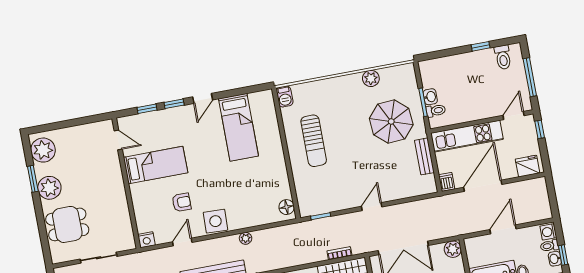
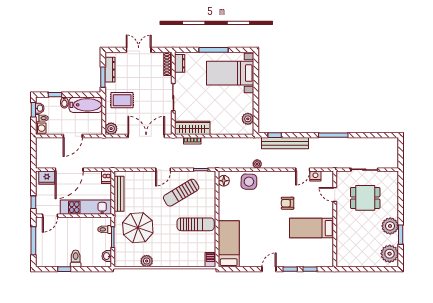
toilet: (503, 57) -> (76, 258), moved
washbasin: (430, 97) -> (107, 256), moved
bed: (238, 127) -> (229, 244), moved
door: (118, 140) -> (335, 194), moved
sun lounger: (314, 141) -> (196, 224), turned 90
bench: (424, 156) -> (119, 194), width x1.36
sun lounger: (341, 180) -> (181, 193), added
door: (483, 186) -> (69, 170), moved
armchair: (182, 202) -> (288, 203), moved
side table: (215, 221) -> (249, 182), moved
dining table: (67, 224) -> (365, 198), moved
nightstand: (146, 240) -> (315, 176), moved

